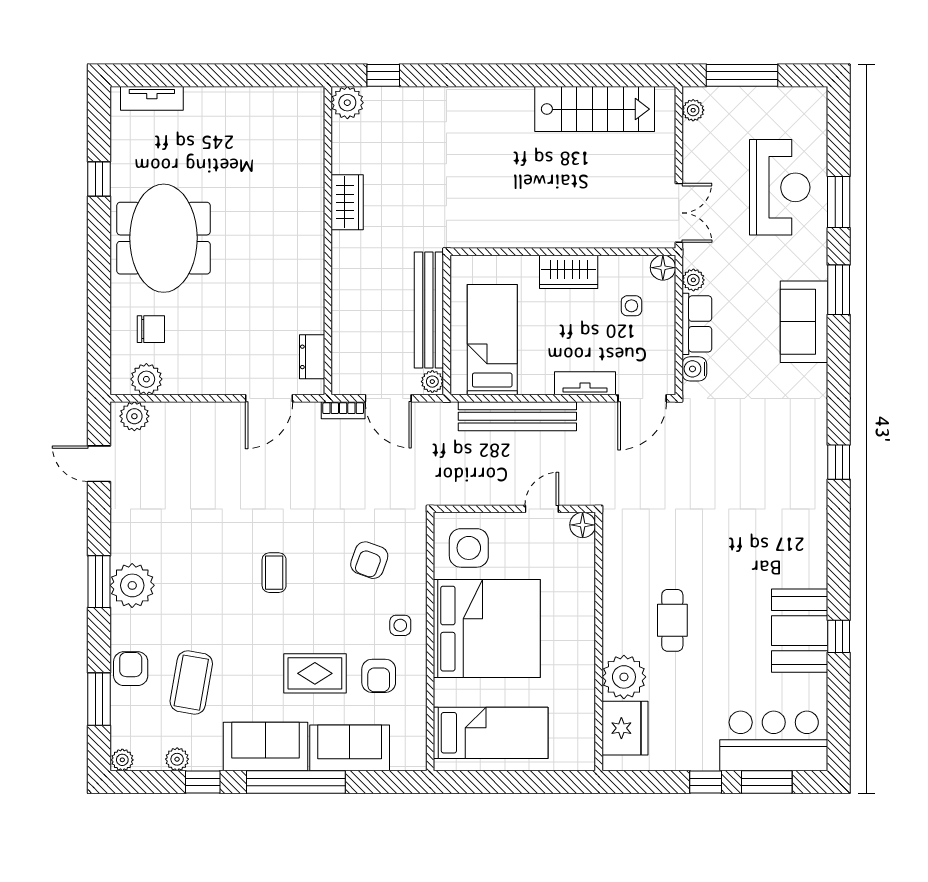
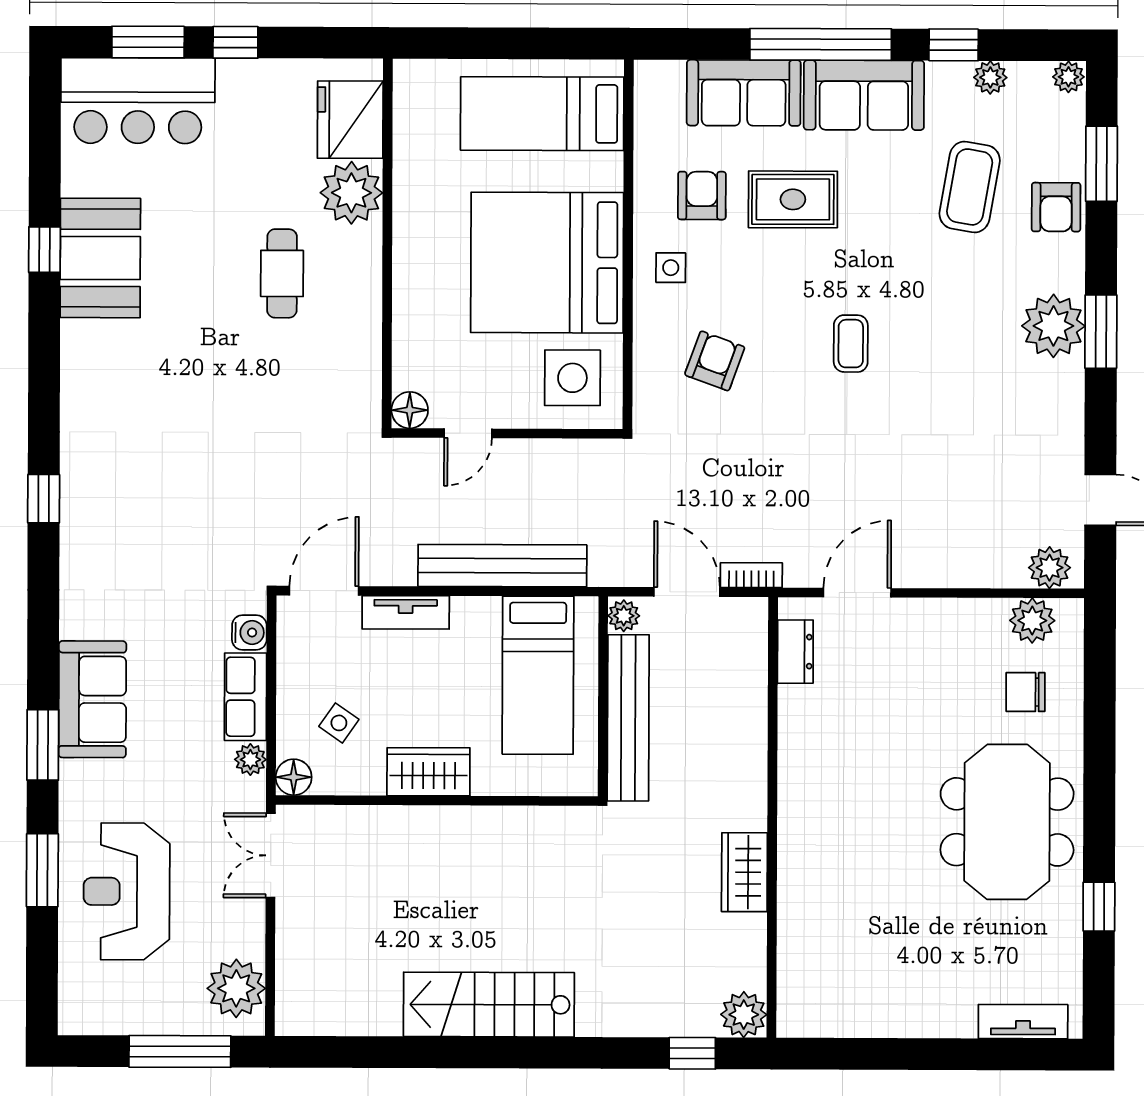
stairs: (595, 109) -> (489, 1005), moved
plant: (693, 110) -> (236, 988), width x1.88, depth x1.88
side table: (631, 306) -> (339, 723), turned 35

